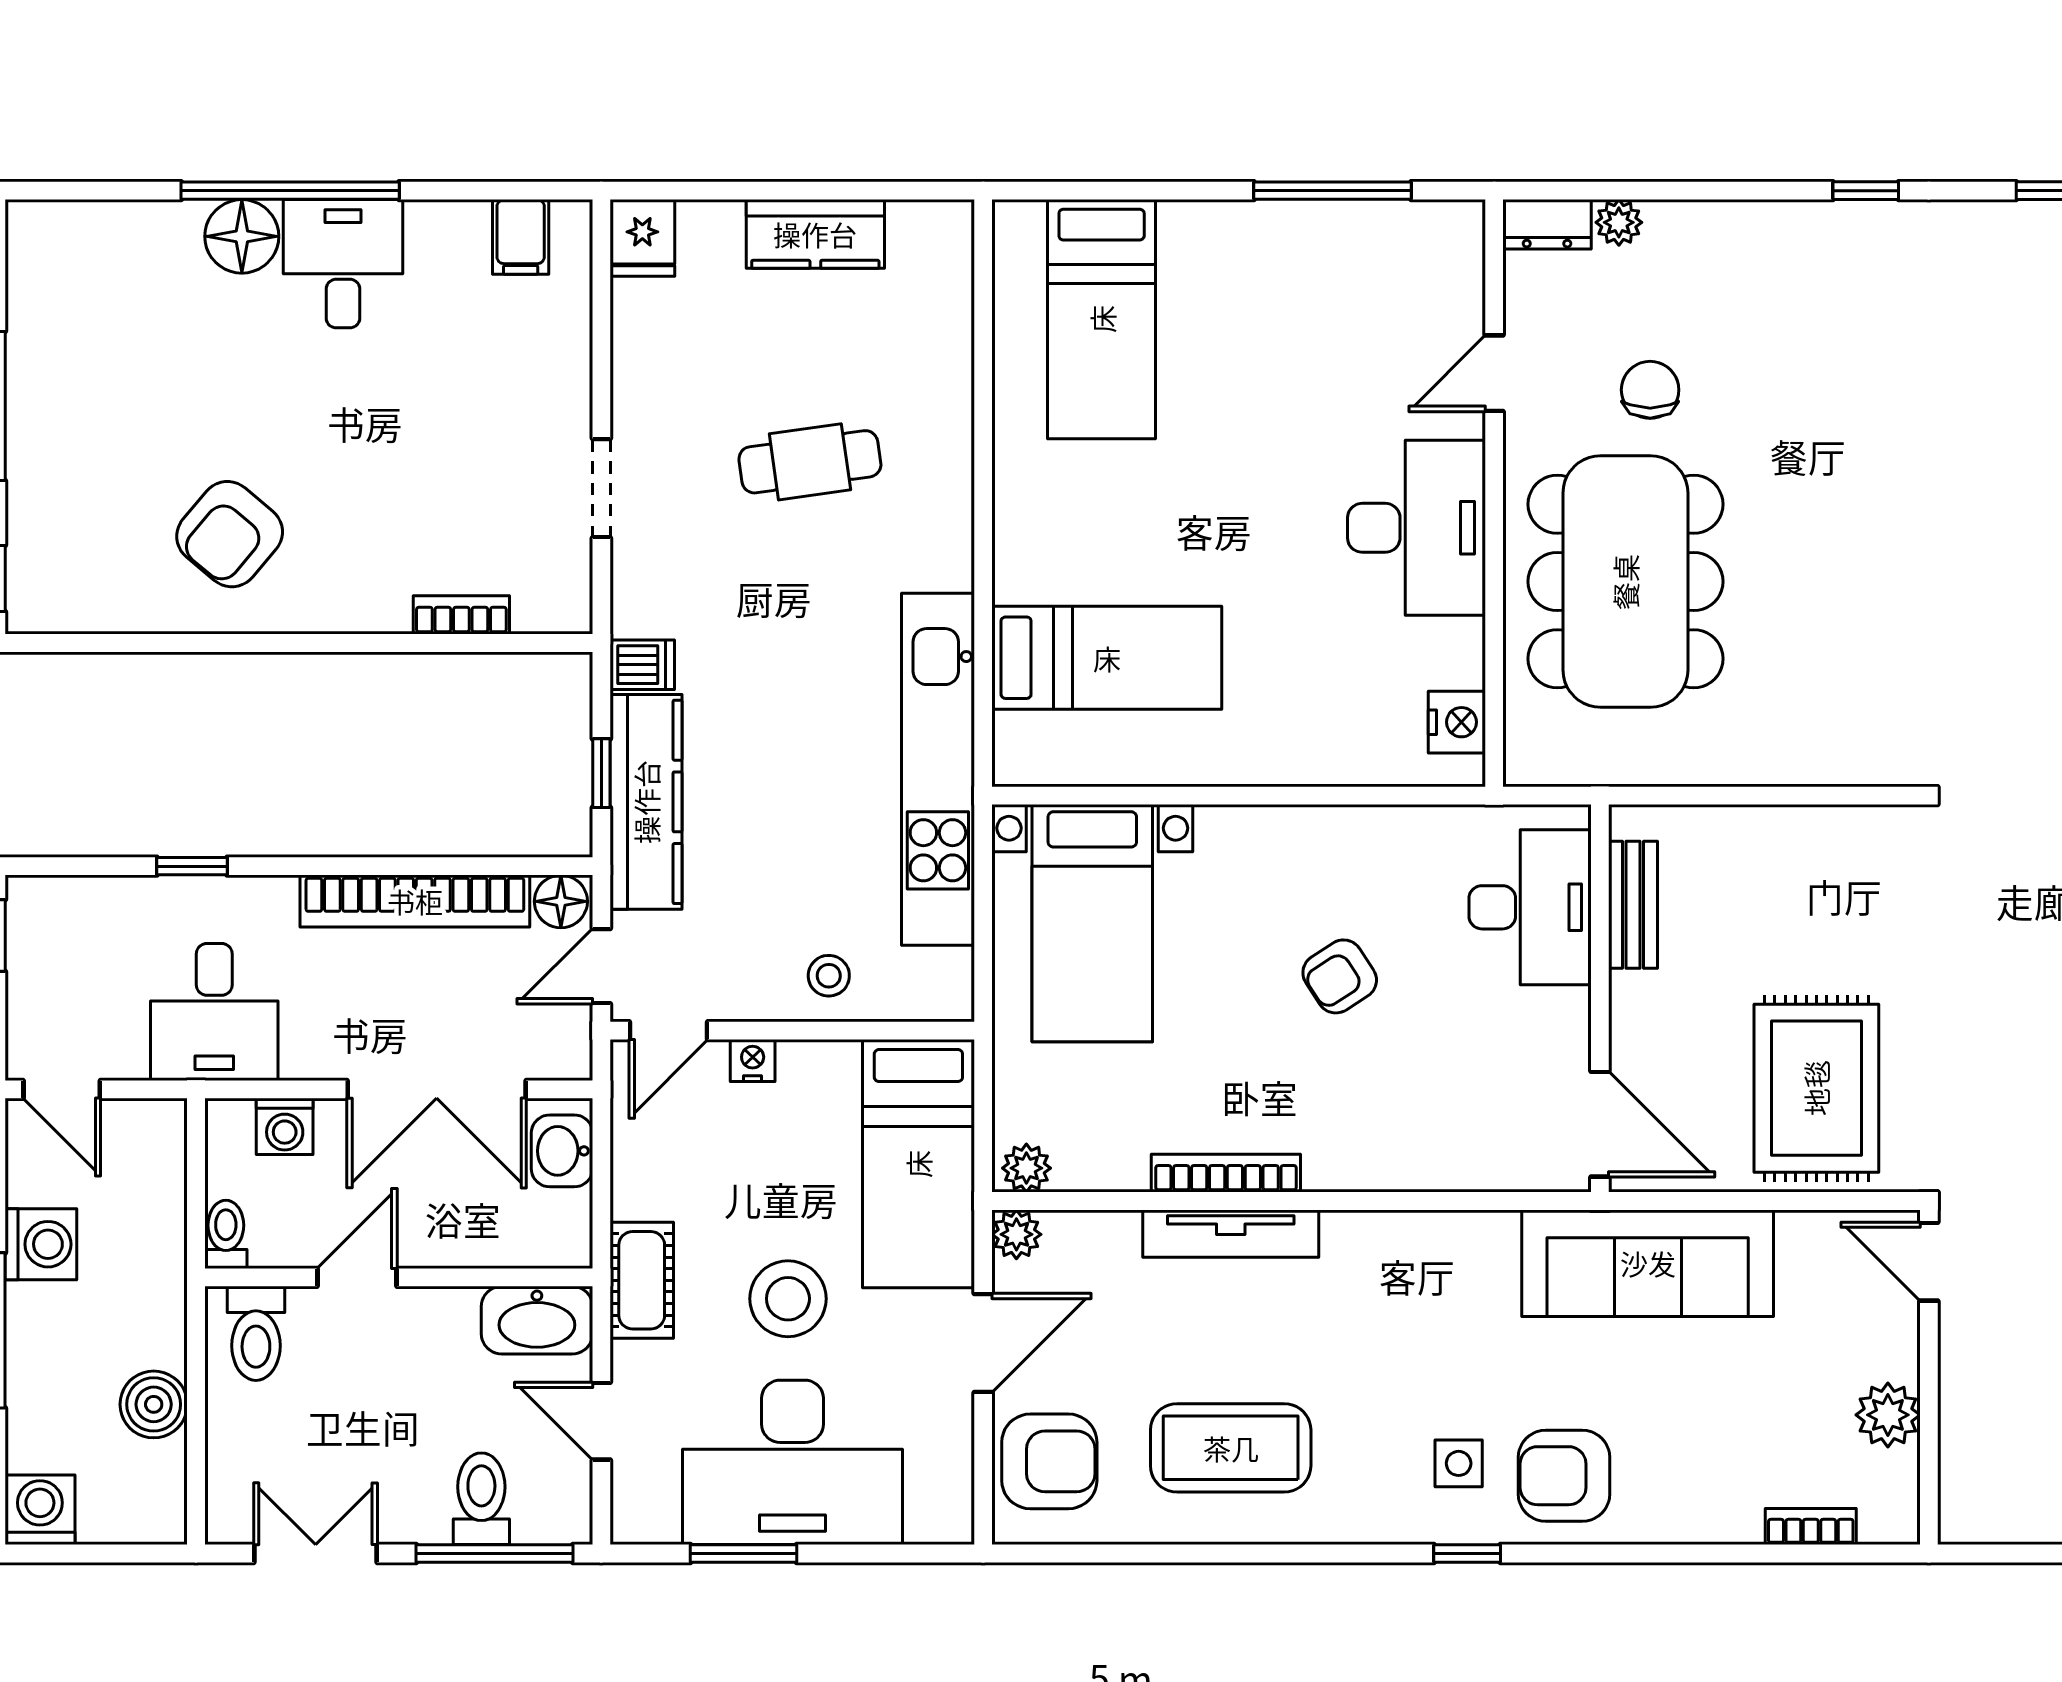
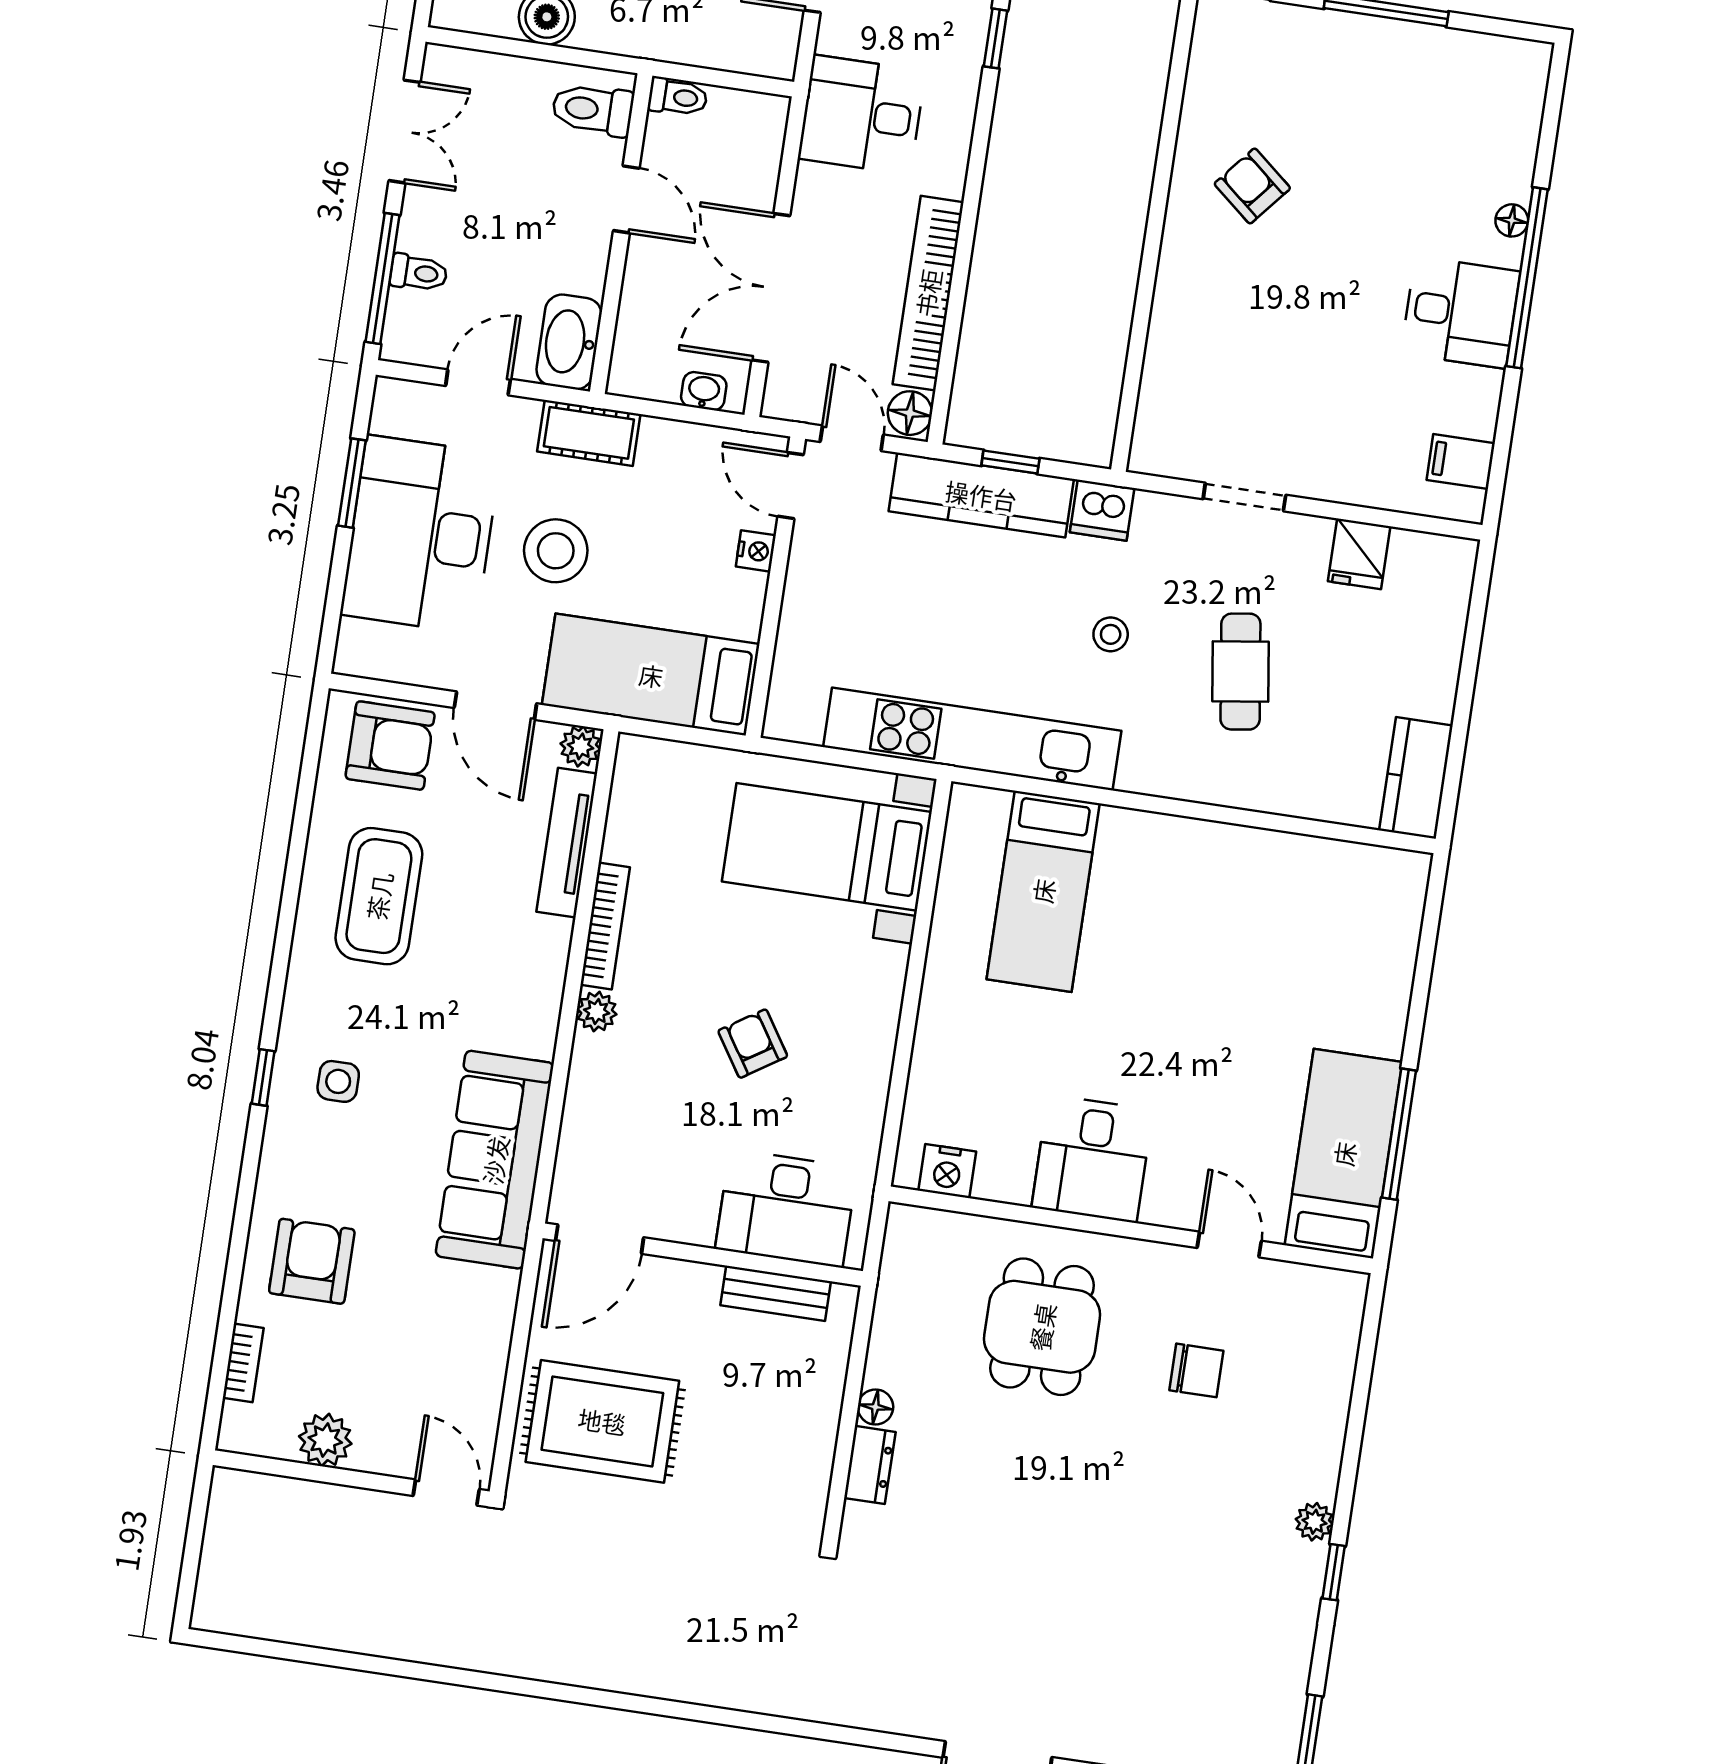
plant: (1619, 222) -> (1314, 1522), moved
dresser: (1547, 224) -> (870, 1465), moved, turned 180
kitchen counter: (815, 234) -> (1416, 778), moved
floor lamp: (242, 236) -> (1512, 220), width x0.53, depth x0.53
fridge: (642, 238) -> (1359, 554), moved, turned -90
bed: (1102, 319) -> (1344, 1154), moved, turned 90
desk: (1416, 528) -> (1092, 1159), width x0.73
armchair: (230, 534) -> (1252, 186), width x0.72, depth x0.72
dining table: (1625, 582) -> (1042, 1327), width x0.53, depth x0.80
bookcase: (461, 615) -> (1158, 366), removed
dishwasher: (642, 665) -> (1102, 510), width x1.38
floor lamp: (1751, 766) -> (875, 1407), added
window: (192, 866) -> (996, 38), moved
stool: (829, 976) -> (1111, 634), moved
washing machine: (285, 1126) -> (759, 159), removed
washbasin: (562, 1151) -> (704, 391), width x0.72, depth x0.69
plant: (1026, 1168) -> (597, 1012), moved
tv unit: (1231, 1234) -> (567, 843), moved
door: (1929, 1262) -> (446, 1492), hinge flipped
sofa: (1648, 1263) -> (495, 1160), moved
armchair: (1049, 1461) -> (390, 746), turned -90
armchair: (1564, 1476) -> (312, 1261), moved
toilet: (481, 1499) -> (419, 273), width x0.73, depth x0.72

